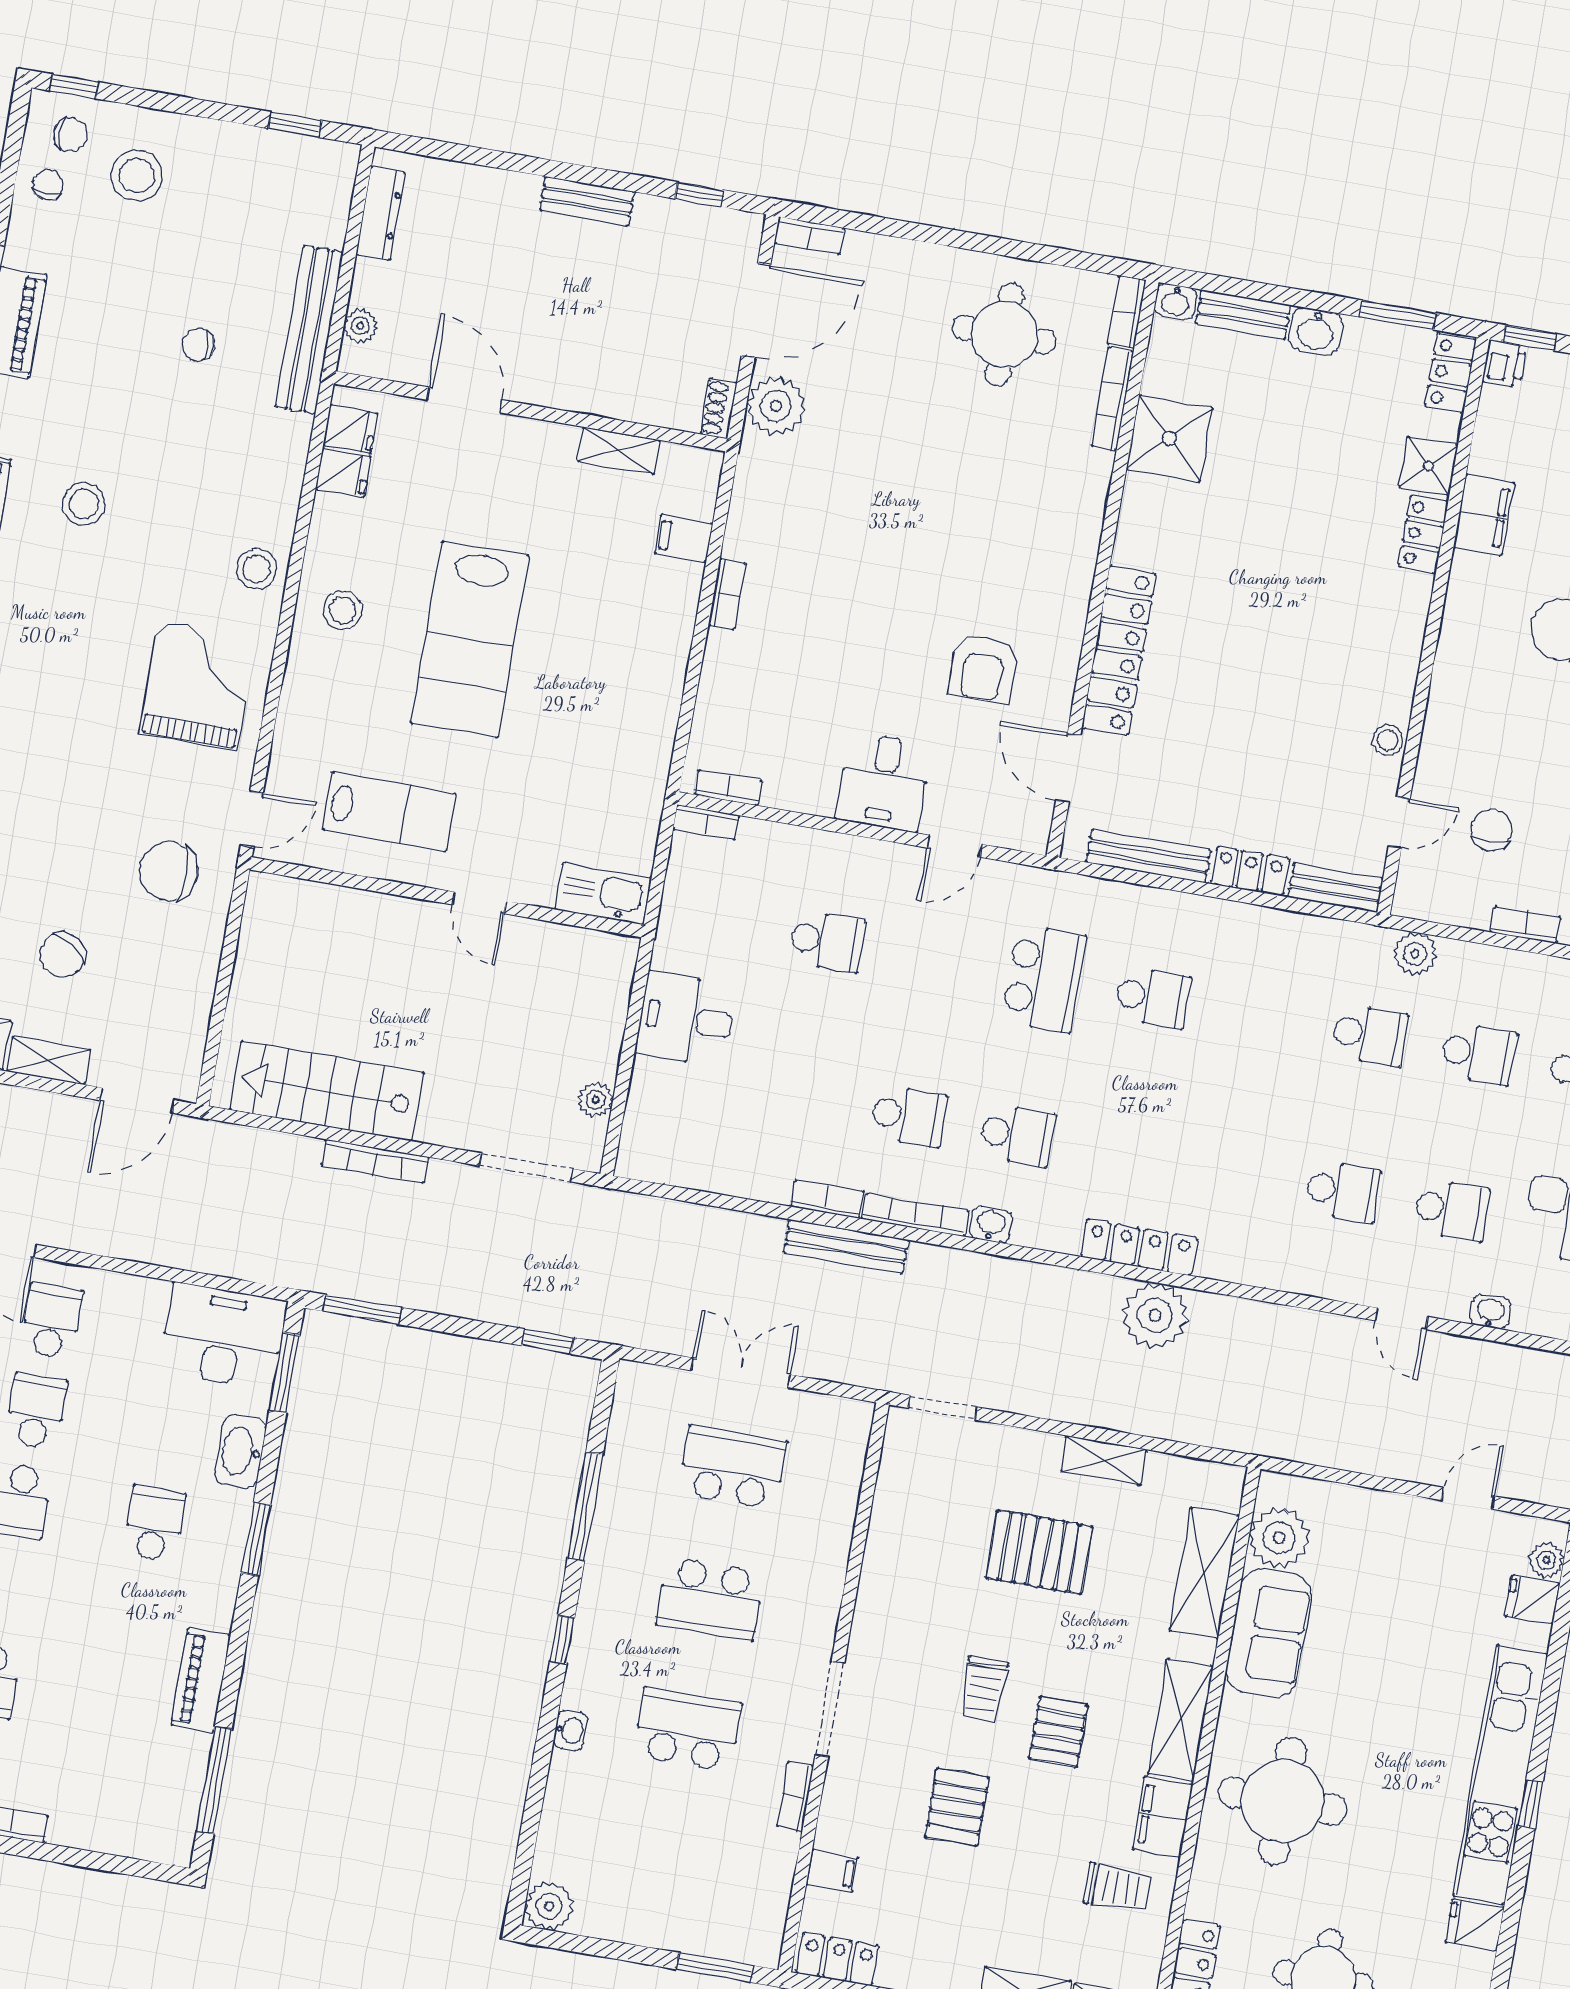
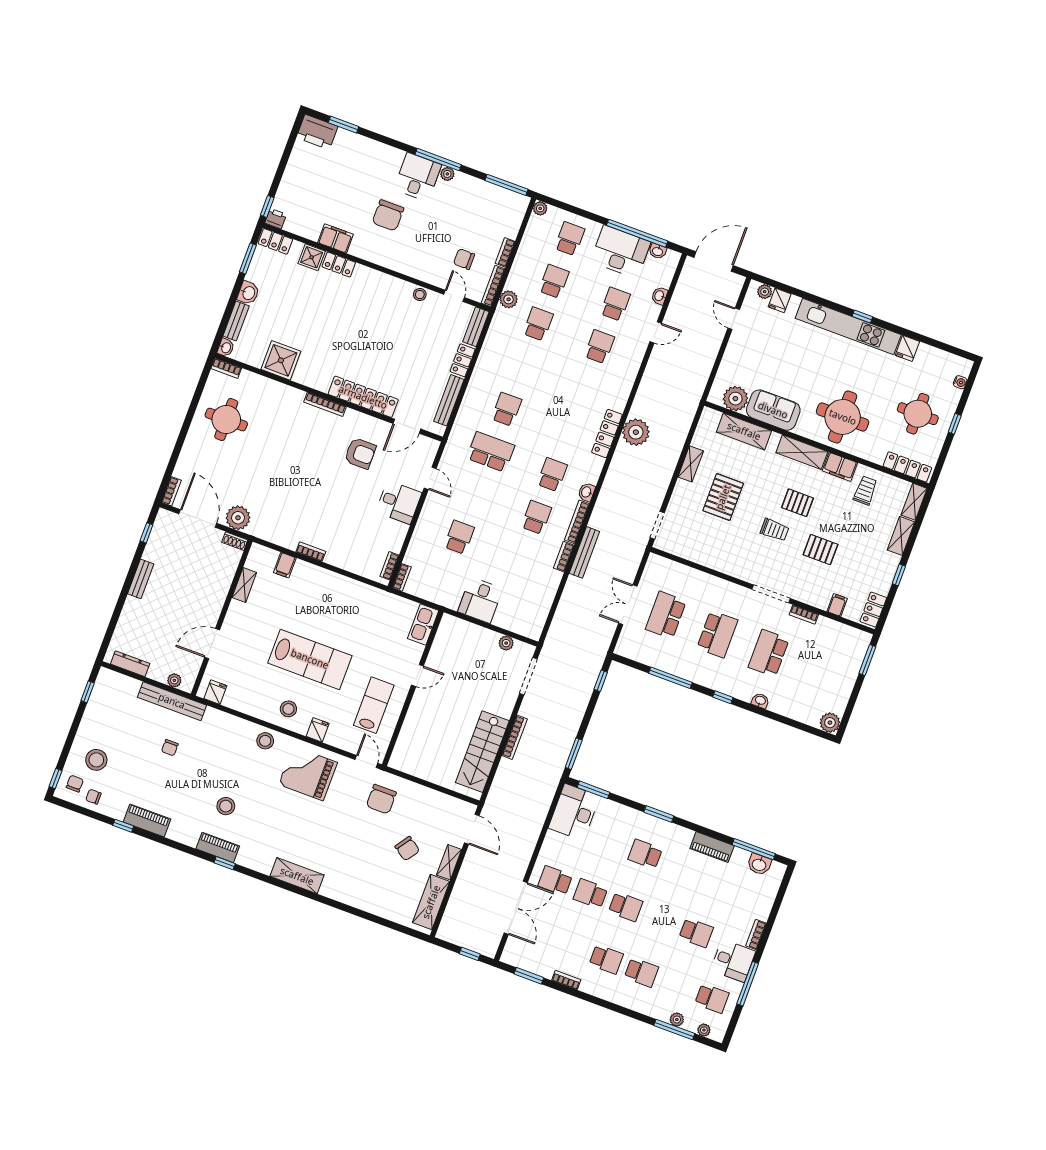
bookcase: (1112, 399) -> (325, 404), moved
fridge: (343, 473) -> (318, 730), moved
bookcase: (1440, 911) -> (493, 286), added
washbasin: (240, 1451) -> (759, 864), moved, width x0.72

